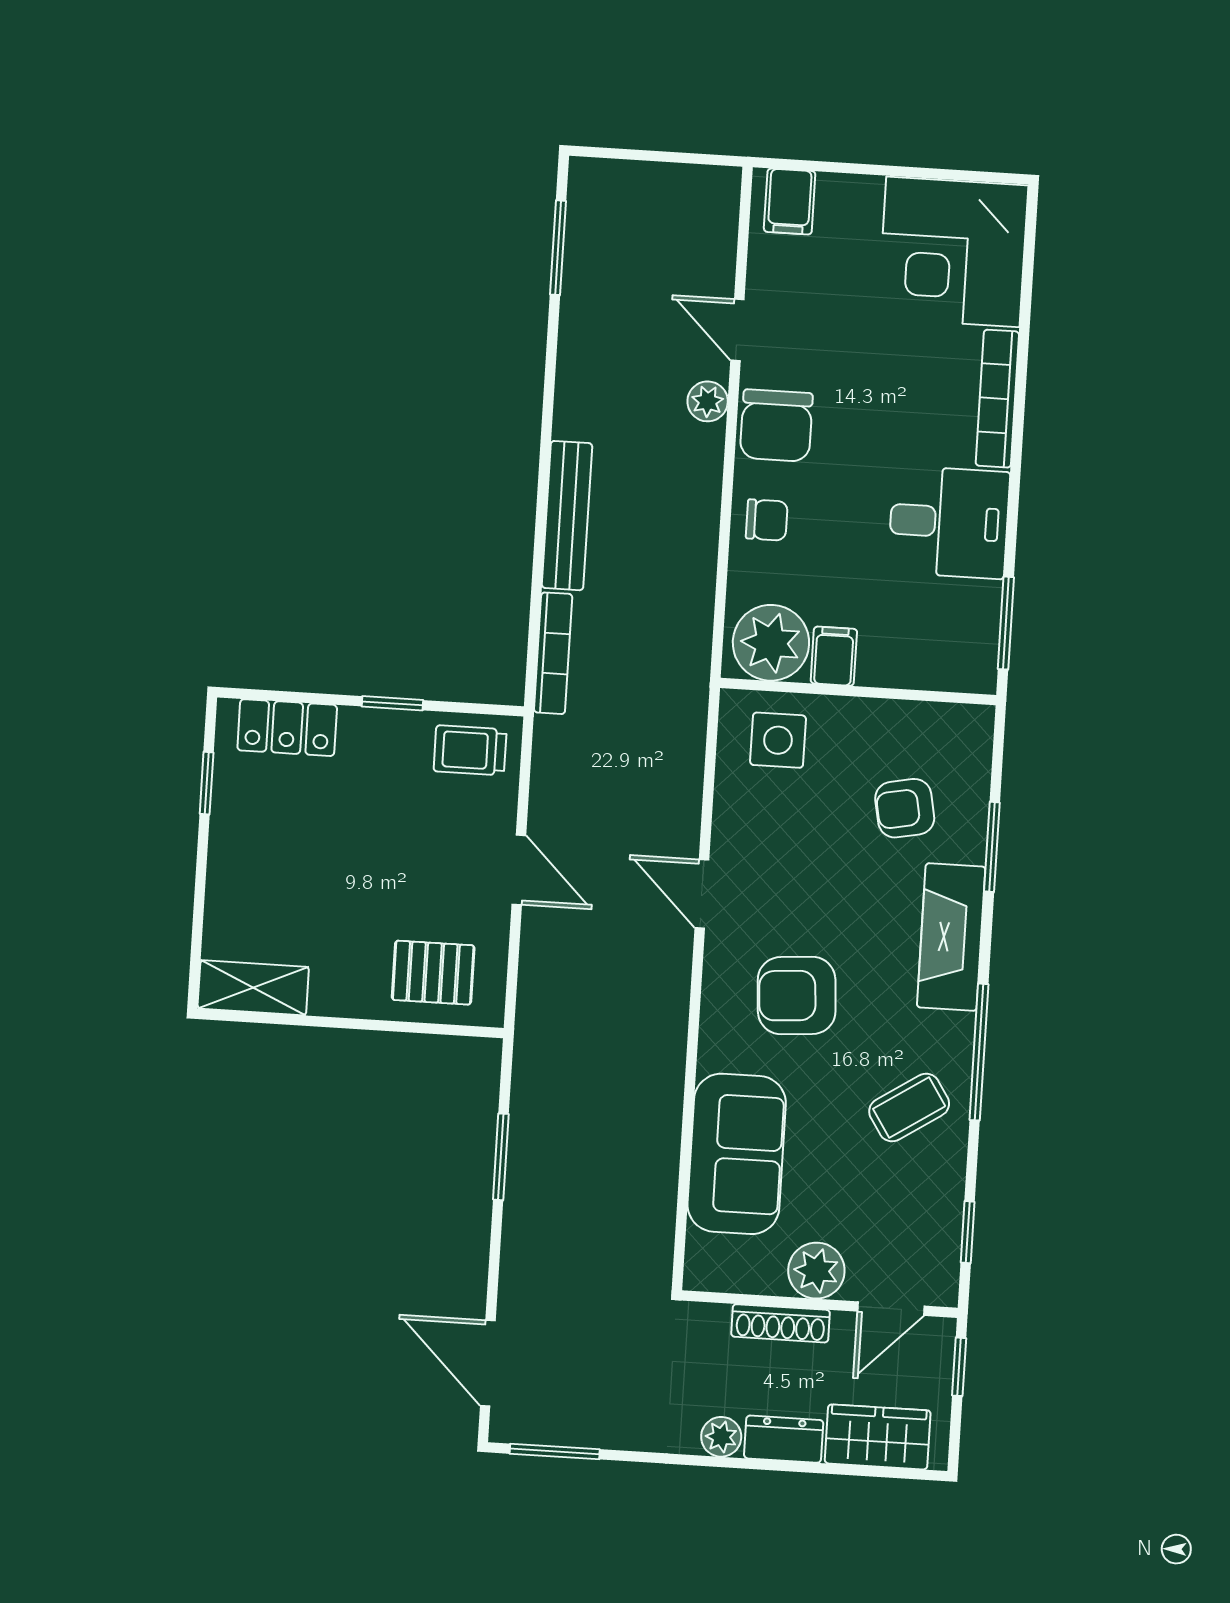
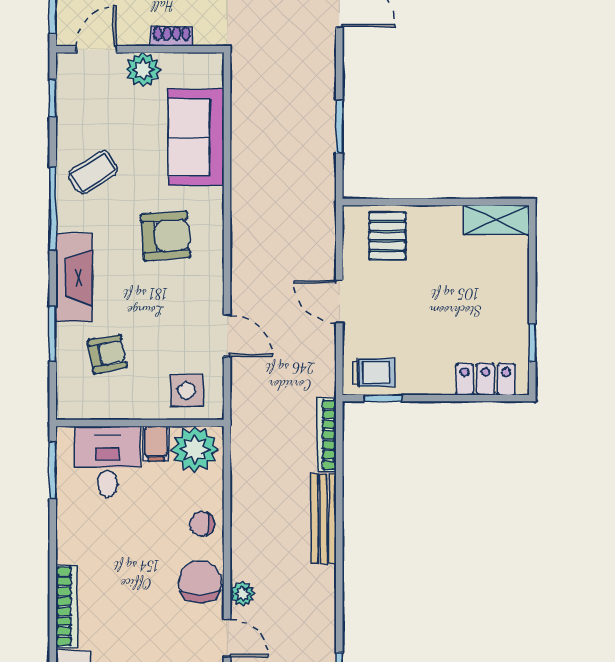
desk: (949, 522) -> (108, 462), moved, turned 90
window: (392, 703) -> (383, 398), moved
door: (702, 894) -> (227, 336), moved
pallet: (433, 973) -> (387, 236), turned 90
shoe rack: (781, 1323) -> (172, 36), width x0.70

